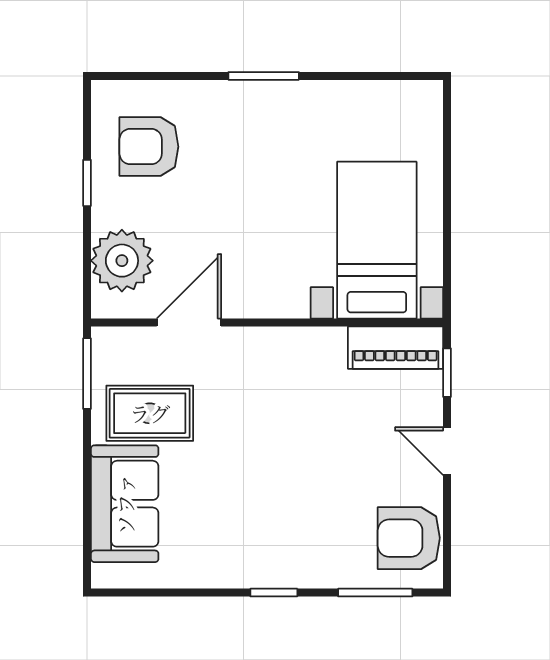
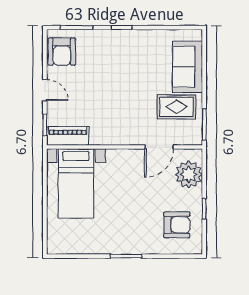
armchair: (409, 538) -> (62, 52), turned 90

